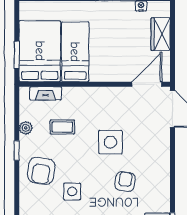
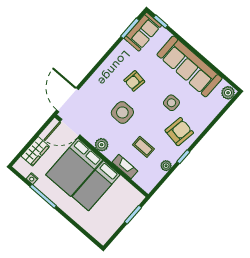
bed: (40, 51) -> (74, 167), moved
fireplace: (46, 93) -> (125, 167), moved
plant: (104, 95) -> (102, 145), added

